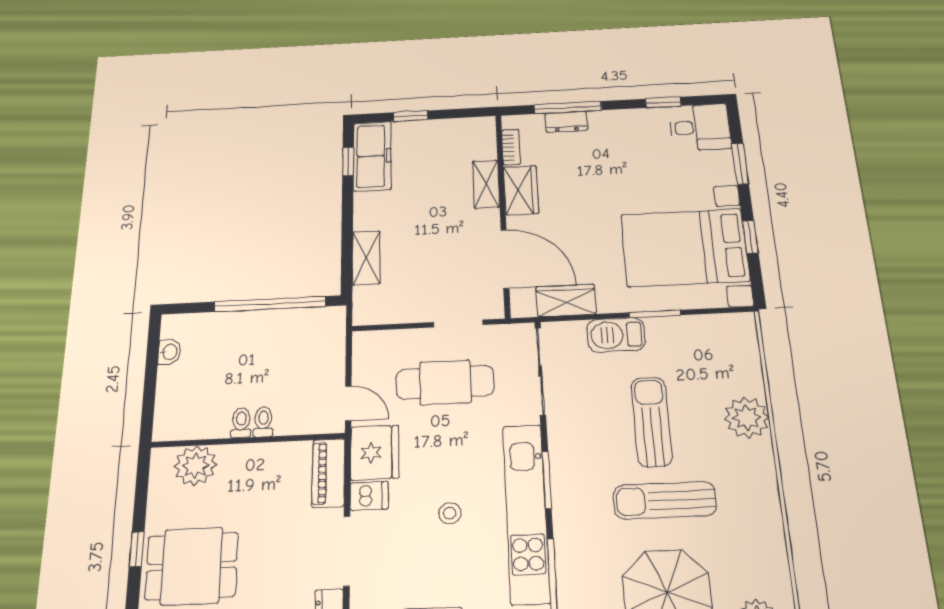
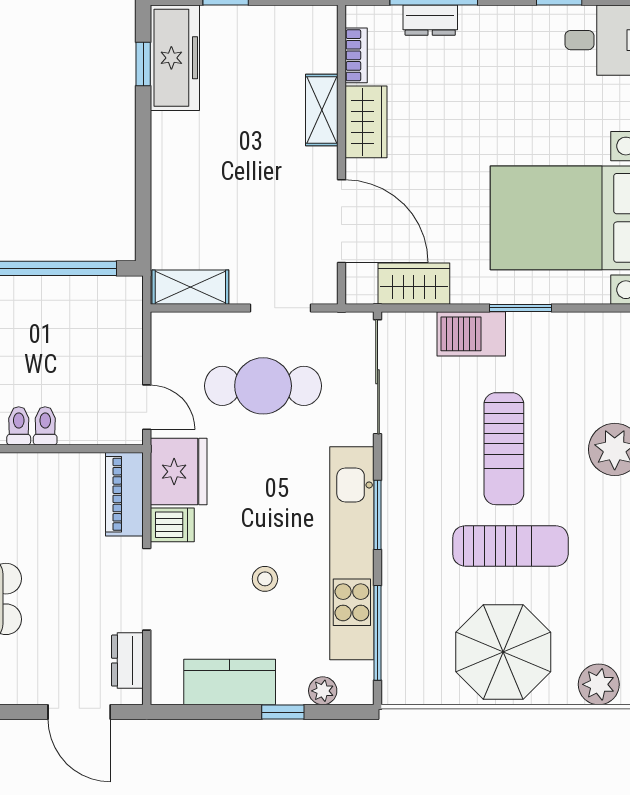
shelving: (366, 258) -> (190, 287), moved, turned 90
sun lounger: (651, 422) -> (504, 449), turned 180
sun lounger: (665, 500) -> (510, 546), turned 180
stool: (450, 513) -> (265, 579), moved

